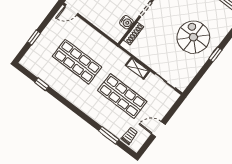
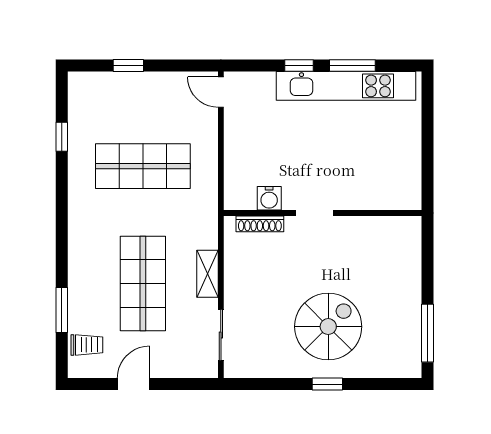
shop shelf: (77, 62) -> (143, 166), turned 90
door: (158, 129) -> (134, 384), hinge flipped

